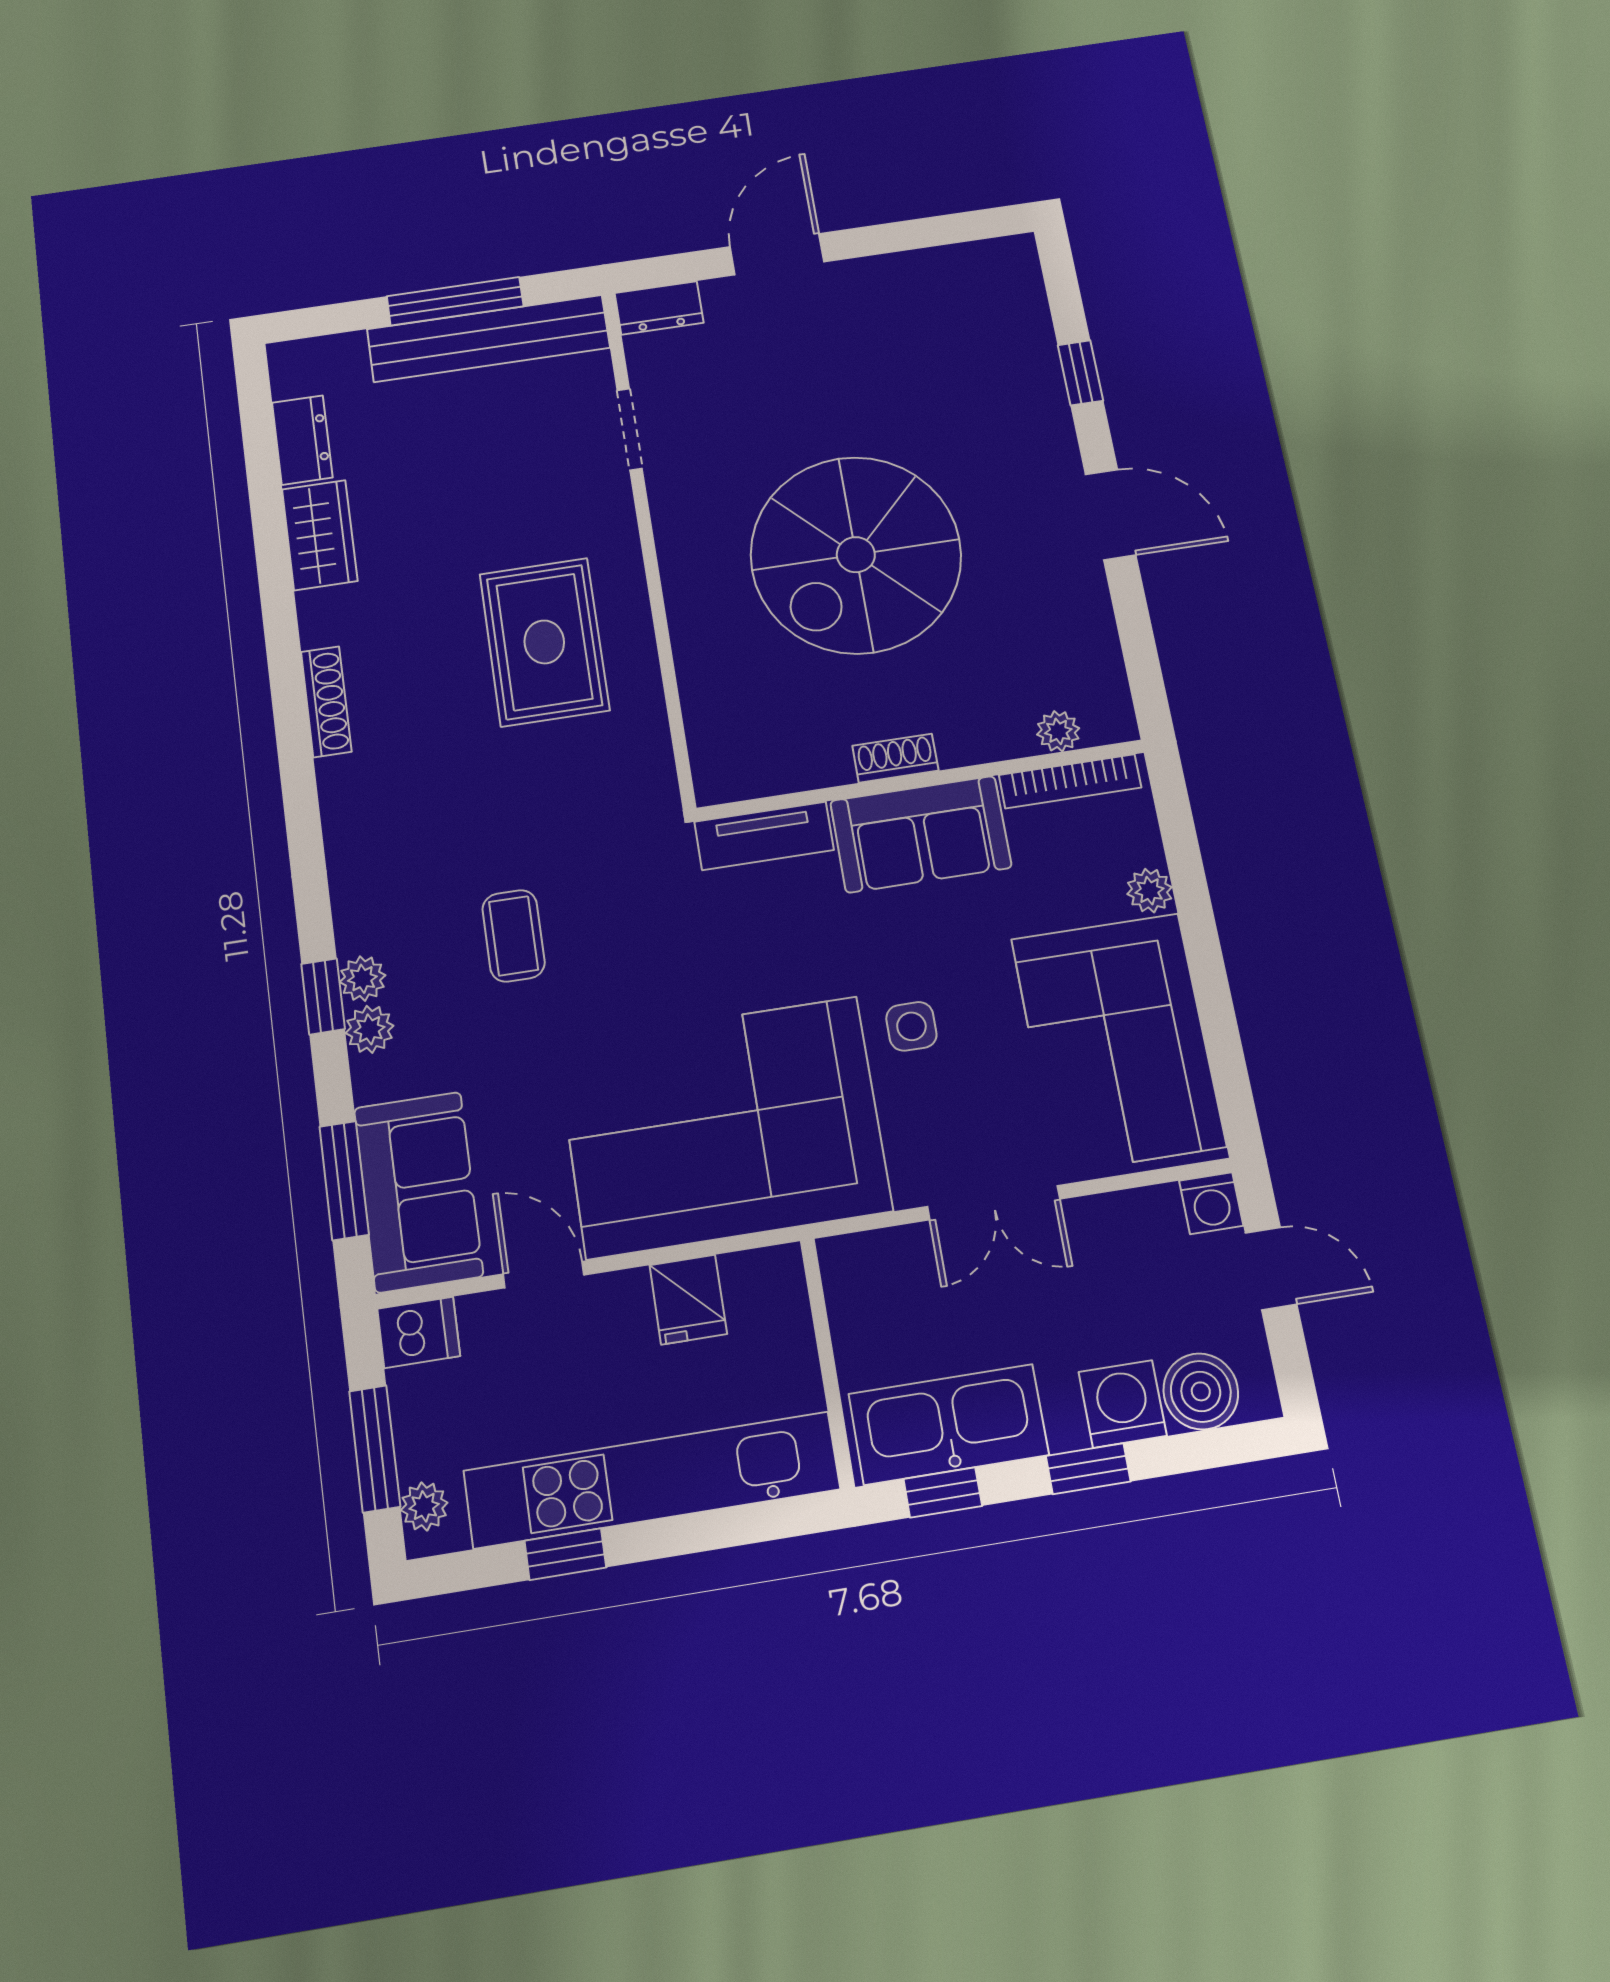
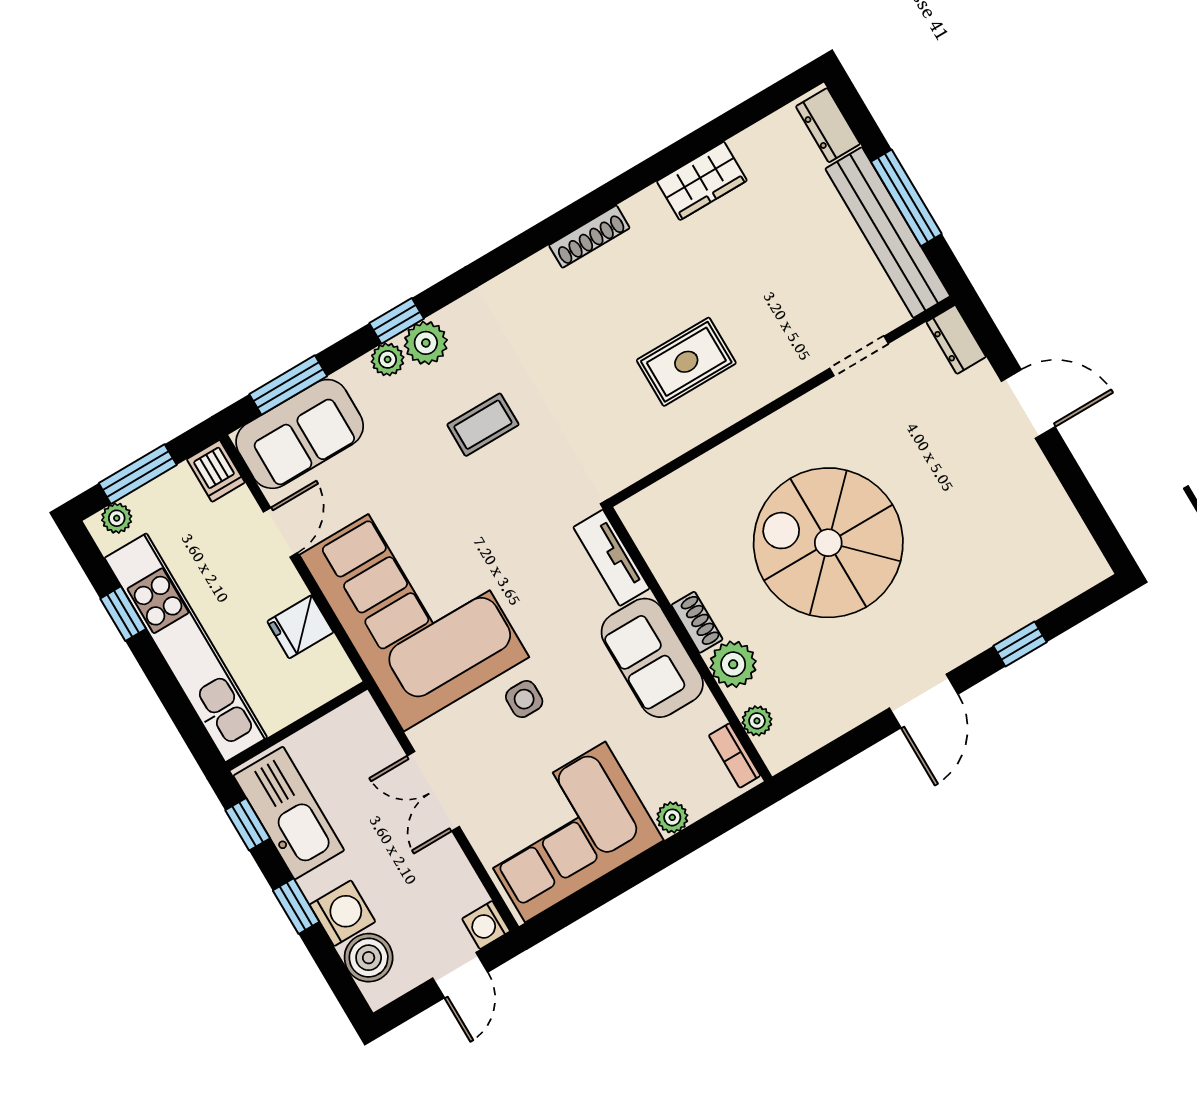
dresser: (302, 440) -> (828, 125), moved, turned 90
rug: (544, 642) -> (686, 362), width x0.73, depth x0.70
plant: (970, 733) -> (733, 664), added
bookcase: (1070, 781) -> (735, 756), width x0.64
plant: (362, 979) -> (426, 343), width x1.38, depth x1.38

